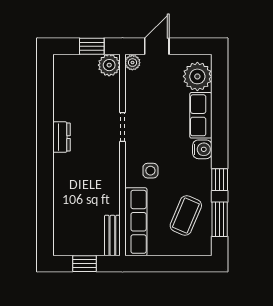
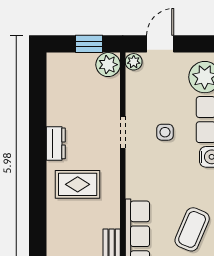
side table: (150, 171) -> (165, 132), moved
rug: (81, 174) -> (78, 184), added

